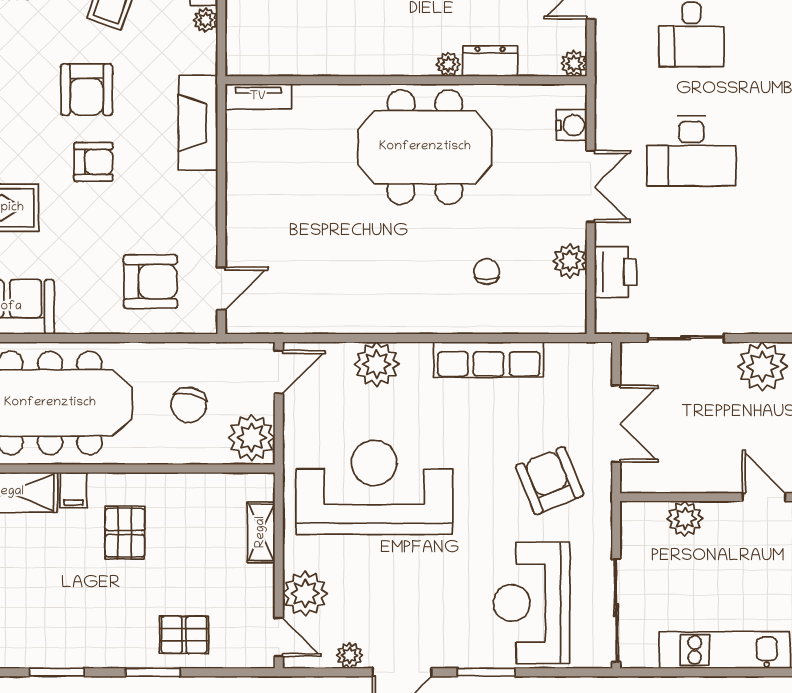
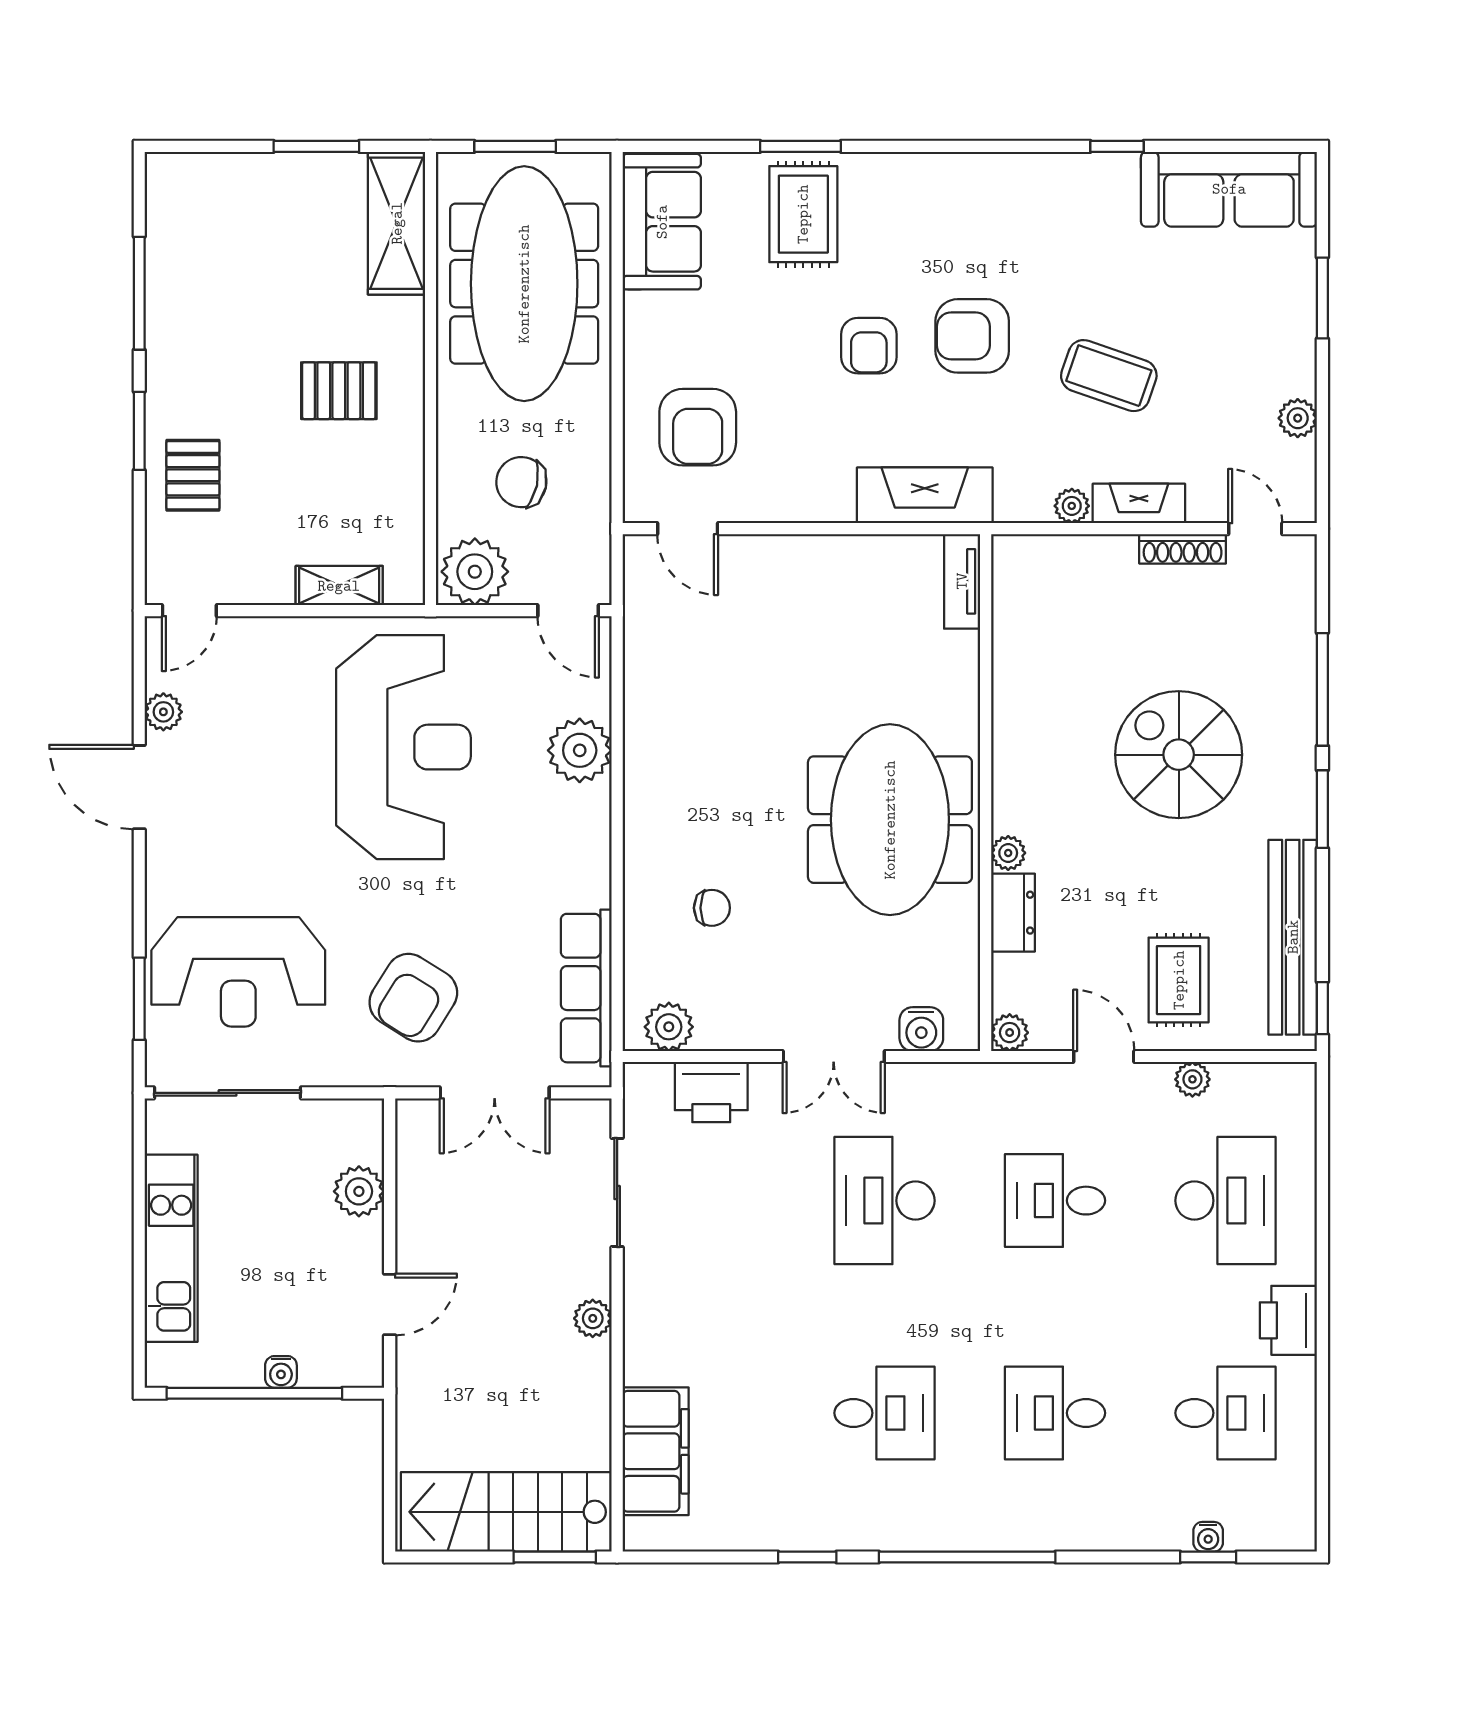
plant: (570, 261) -> (669, 1027), moved
row of seats: (489, 360) -> (586, 988), moved
plant: (762, 367) -> (593, 1318), width x0.53, depth x0.53
armchair: (550, 481) -> (413, 998), turned 144
filing cabinet: (73, 490) -> (400, 317), removed
plant: (305, 594) -> (252, 648), removed
reception desk: (531, 603) -> (238, 972), turned 180
window: (57, 672) -> (139, 293), width x1.44
window: (486, 672) -> (139, 999), moved

